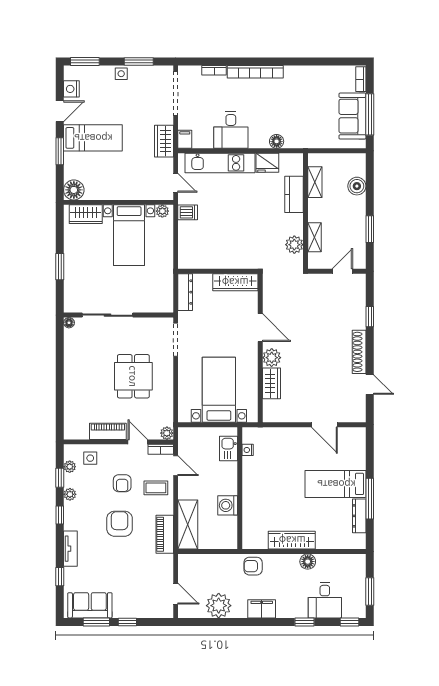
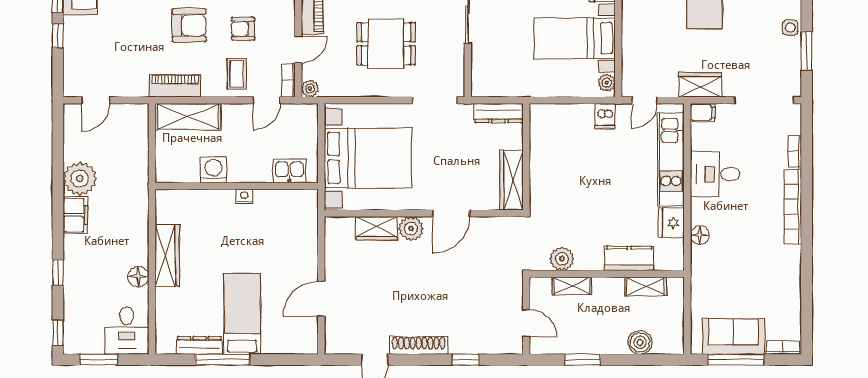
bed with nightstands: (219, 390) -> (368, 158), width x1.36
nightstand: (248, 450) -> (244, 197), moved
armchair: (253, 566) -> (132, 204), removed
desk: (325, 600) -> (127, 331), moved, turned -90
plant: (219, 606) -> (80, 179), moved

